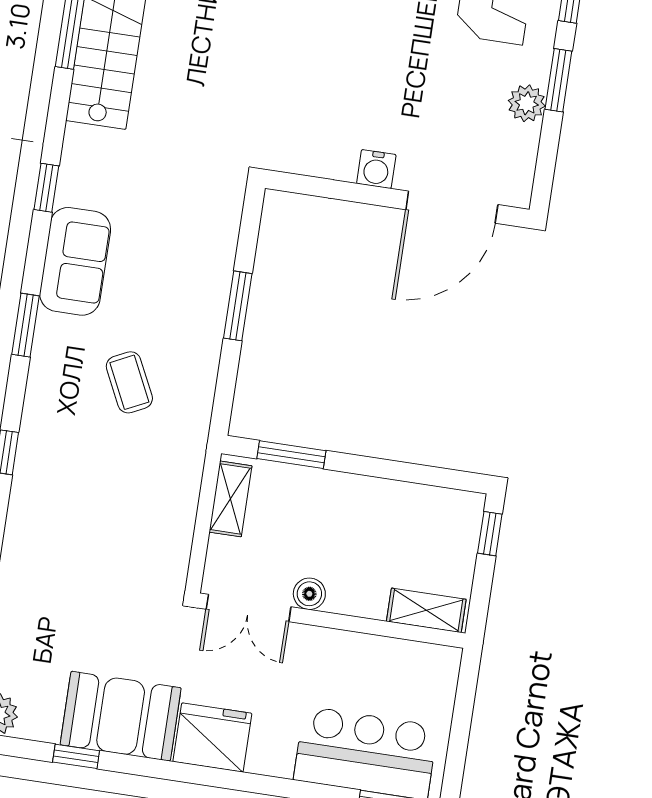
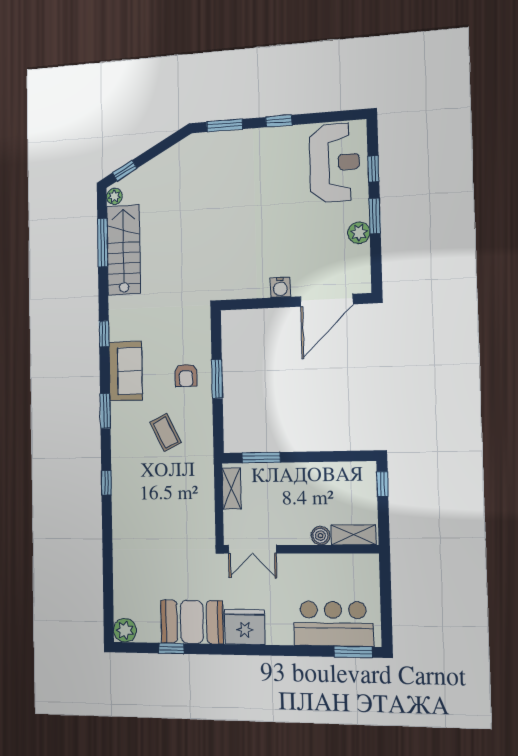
armchair: (183, 290) -> (186, 375), added
boiler: (309, 594) -> (320, 536), moved

